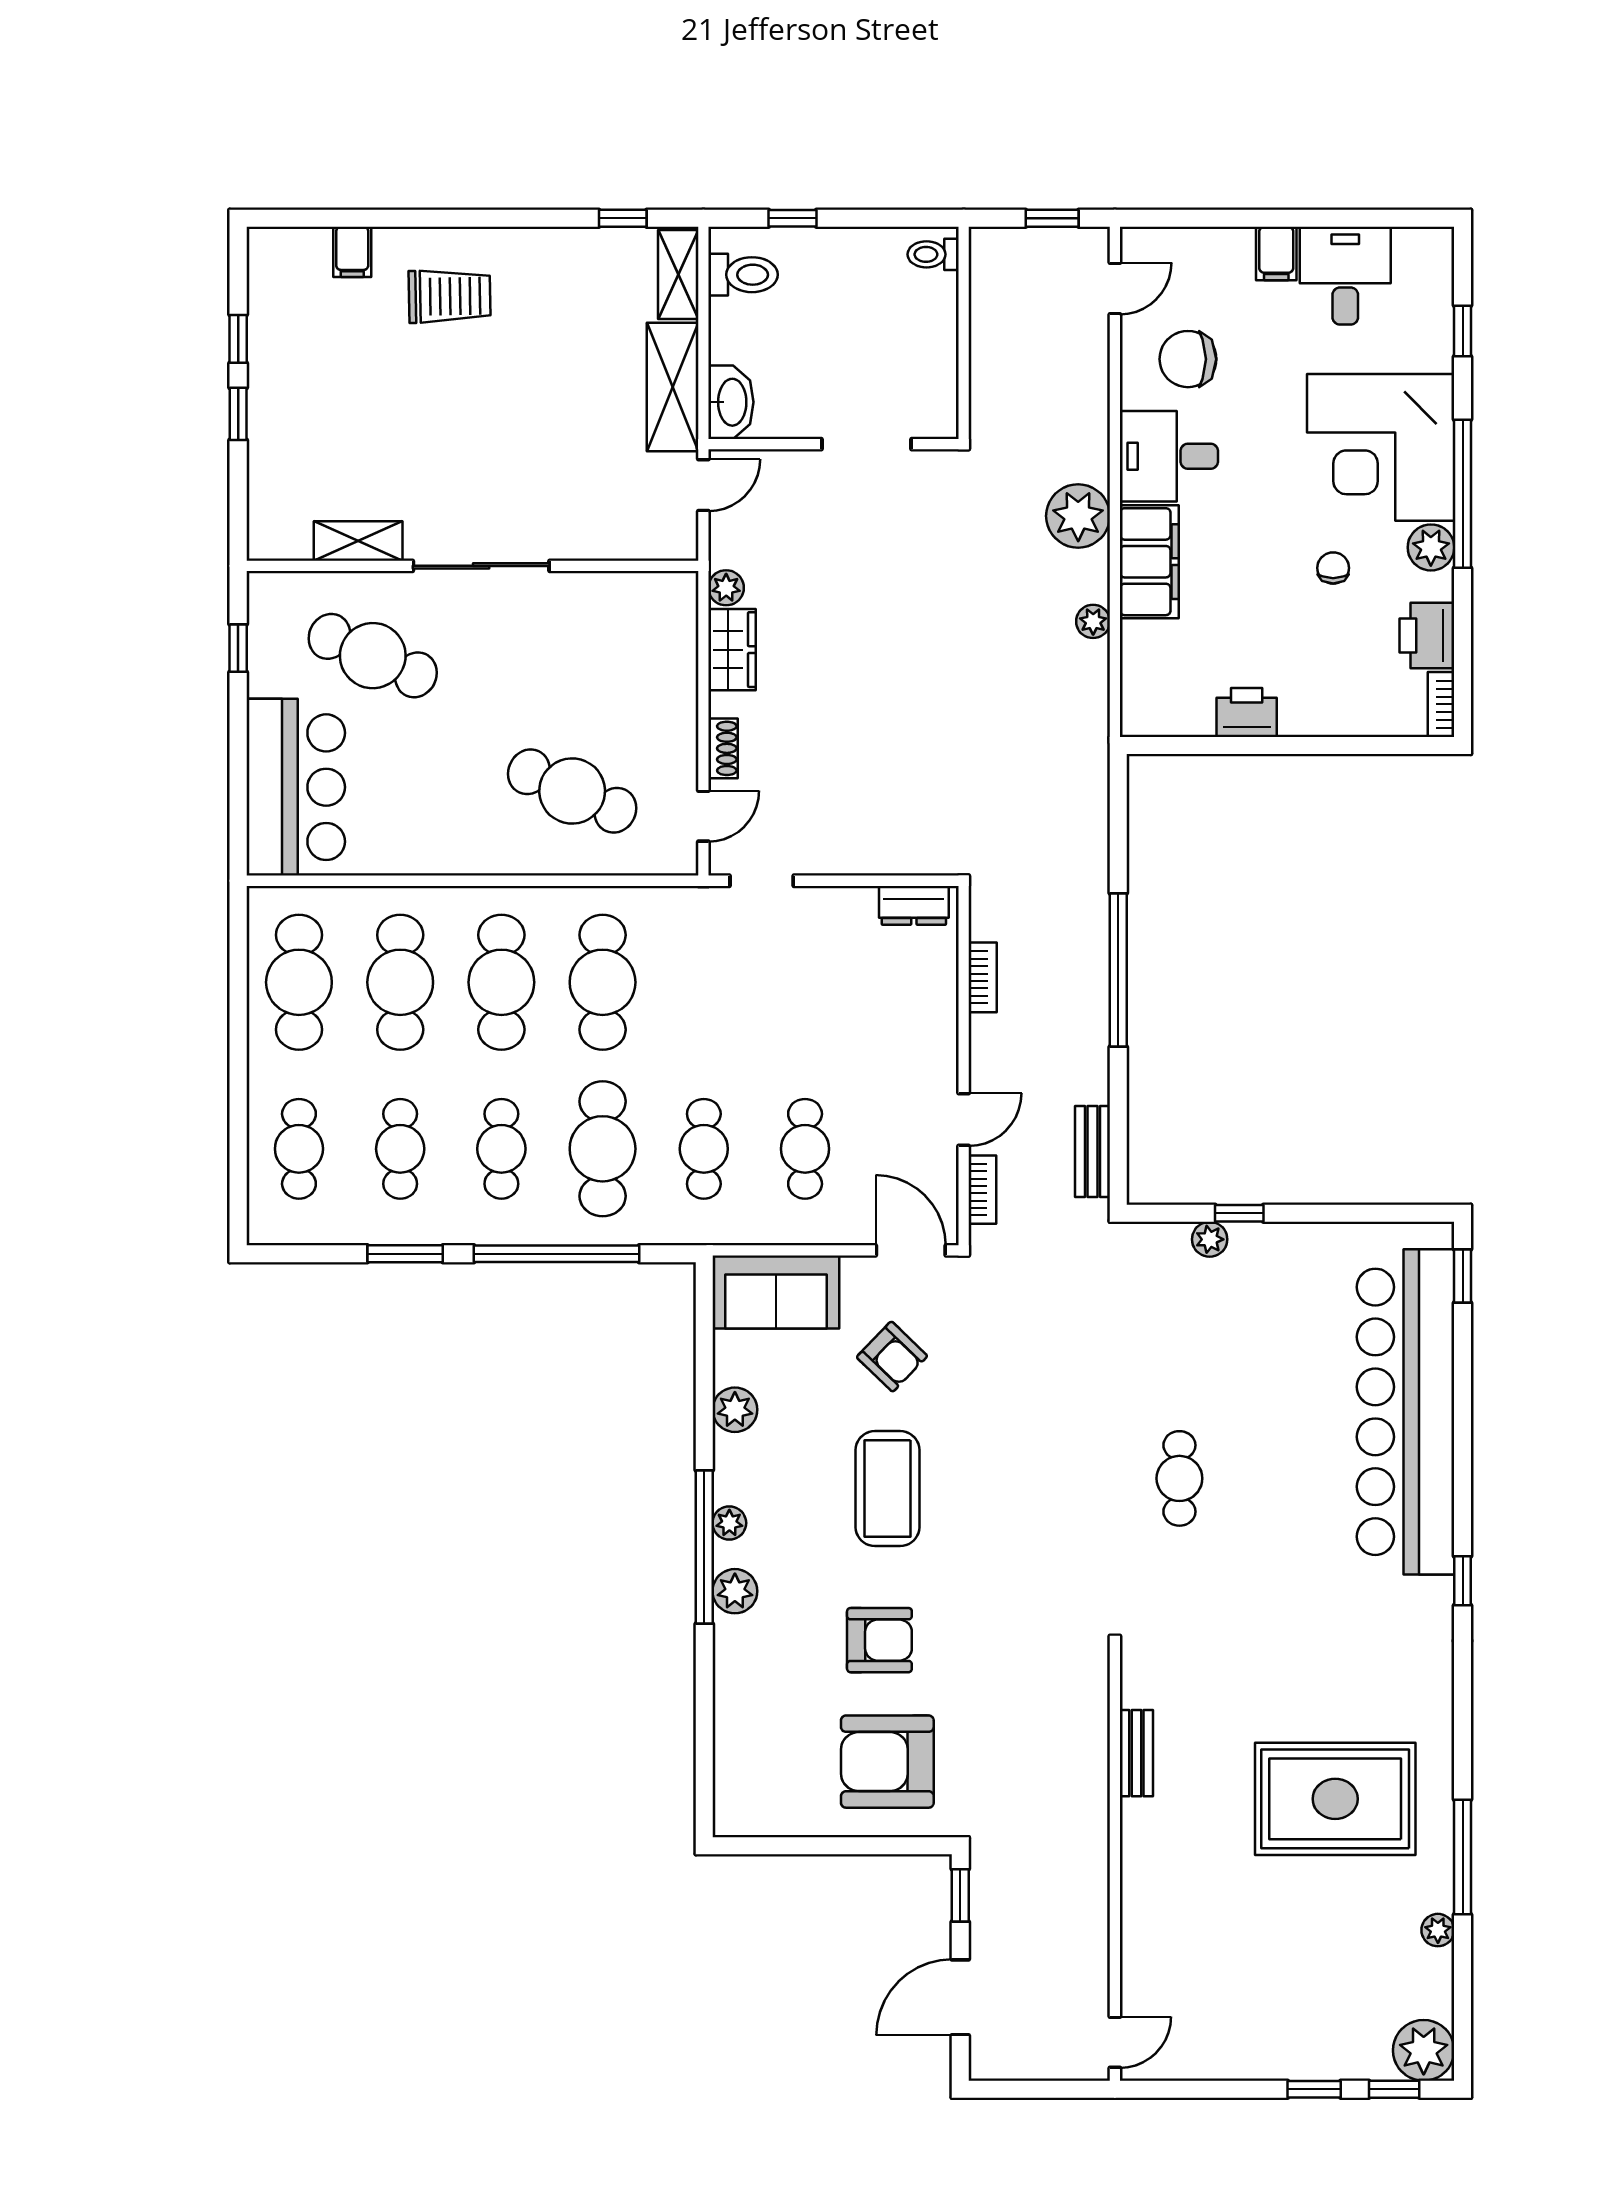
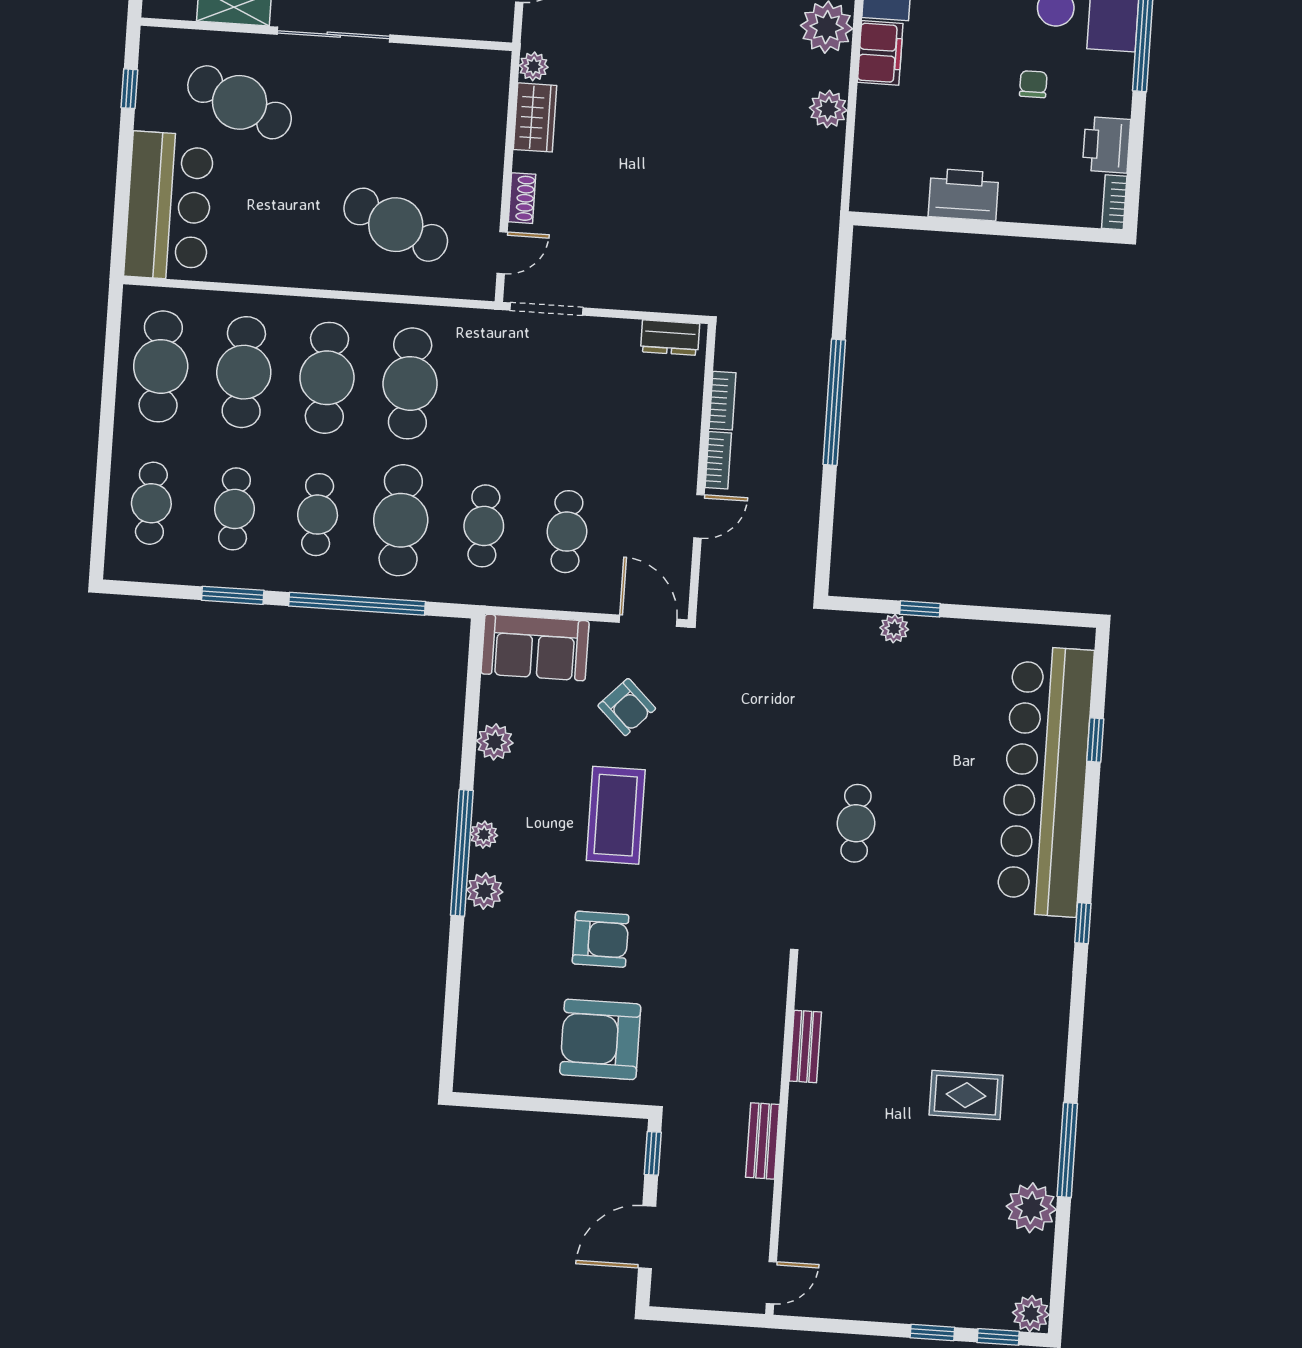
plant: (1431, 547) -> (1115, 73), removed
filing cabinet: (1149, 562) -> (880, 53), width x0.67, depth x0.86
plant: (1093, 621) -> (828, 109), width x1.38, depth x1.38
printer: (1247, 712) -> (964, 195), width x1.37, depth x1.19
doorway: (762, 881) -> (546, 309), width x1.38
bench: (1092, 1152) -> (763, 1141), moved
bookcase: (982, 1190) -> (718, 460), moved
window: (1463, 1276) -> (1095, 740), moved
rug: (1335, 1799) -> (966, 1095), width x0.54, depth x0.49
plant: (1438, 1930) -> (1031, 1208), width x1.88, depth x1.88
plant: (1424, 2050) -> (1031, 1314), width x0.73, depth x0.73

